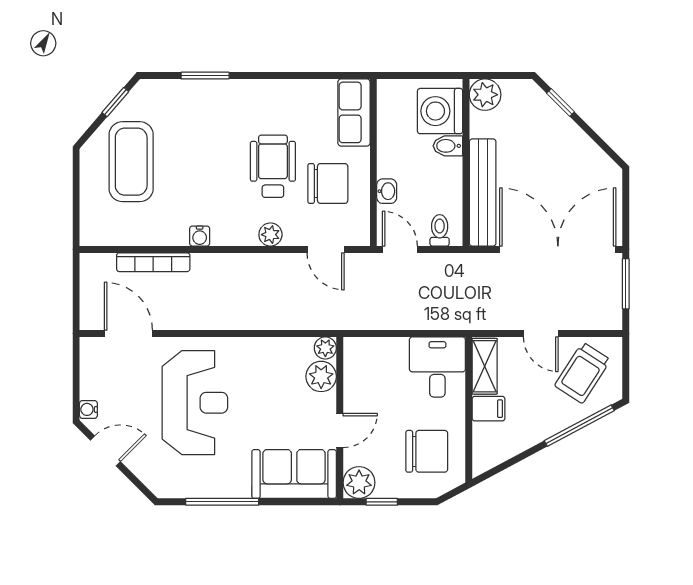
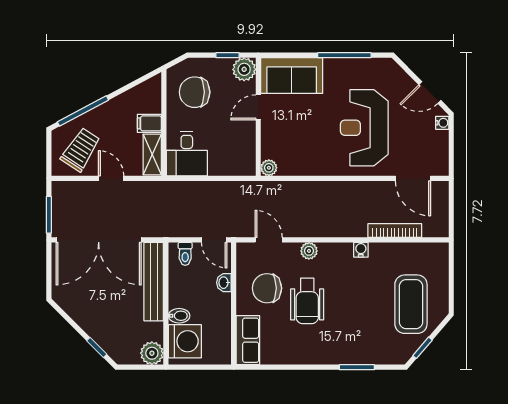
plant: (321, 376) -> (272, 147), removed

